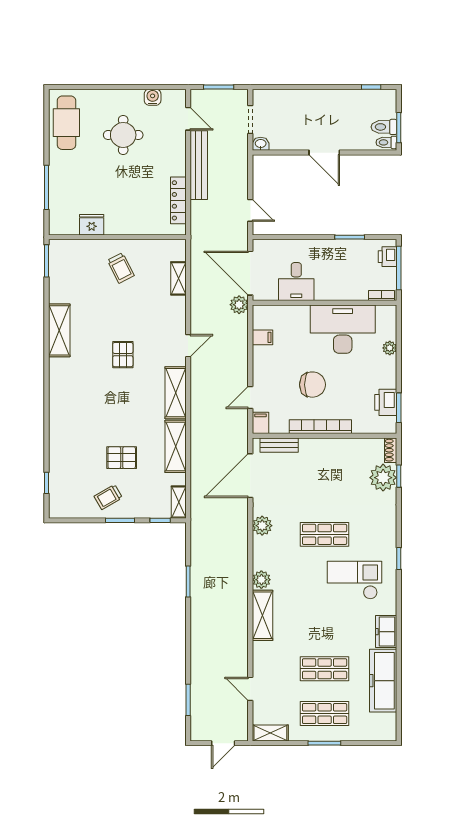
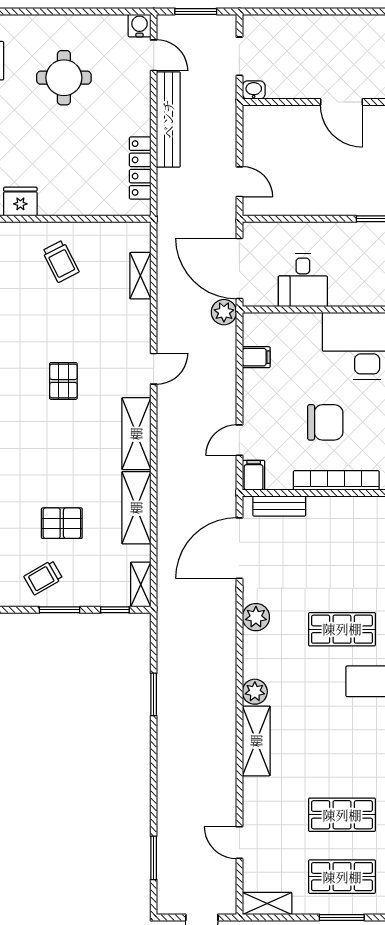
water cooler: (153, 97) -> (139, 26), moved

